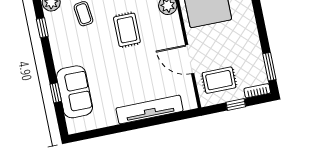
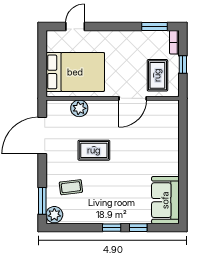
window: (42, 28) -> (112, 228), moved
sofa: (75, 92) -> (165, 200), moved, turned -90
tv unit: (150, 110) -> (171, 145), removed

